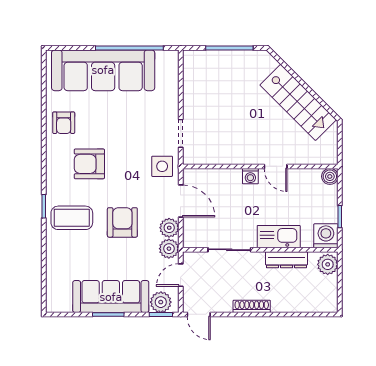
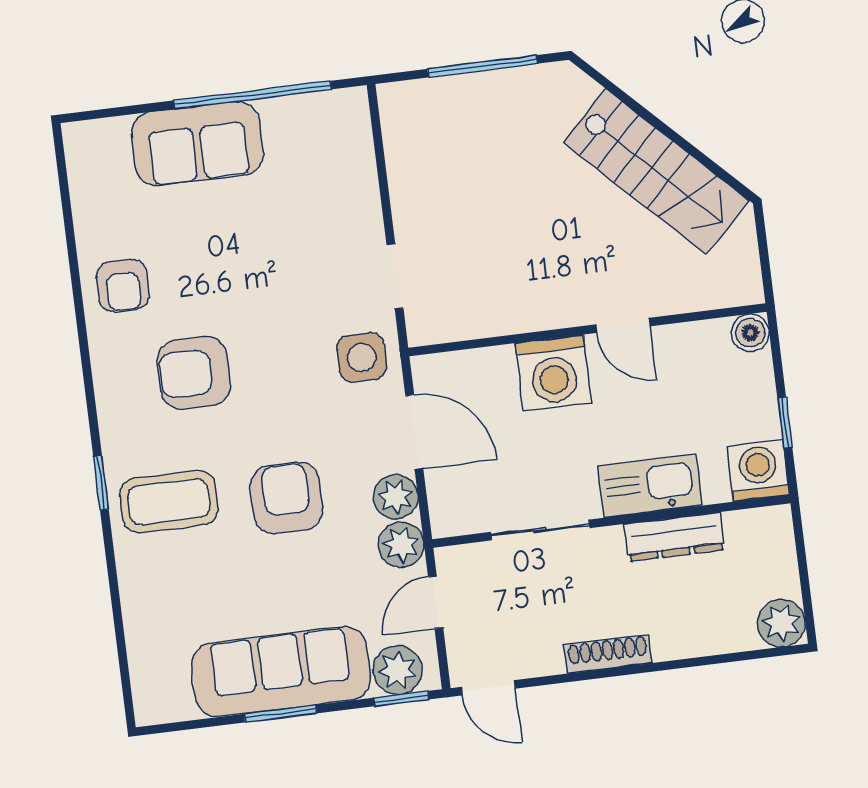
sofa: (103, 70) -> (197, 144), width x0.54, depth x0.79
washing machine: (250, 176) -> (553, 373), width x1.89, depth x1.89
plant: (328, 264) -> (781, 623), moved

